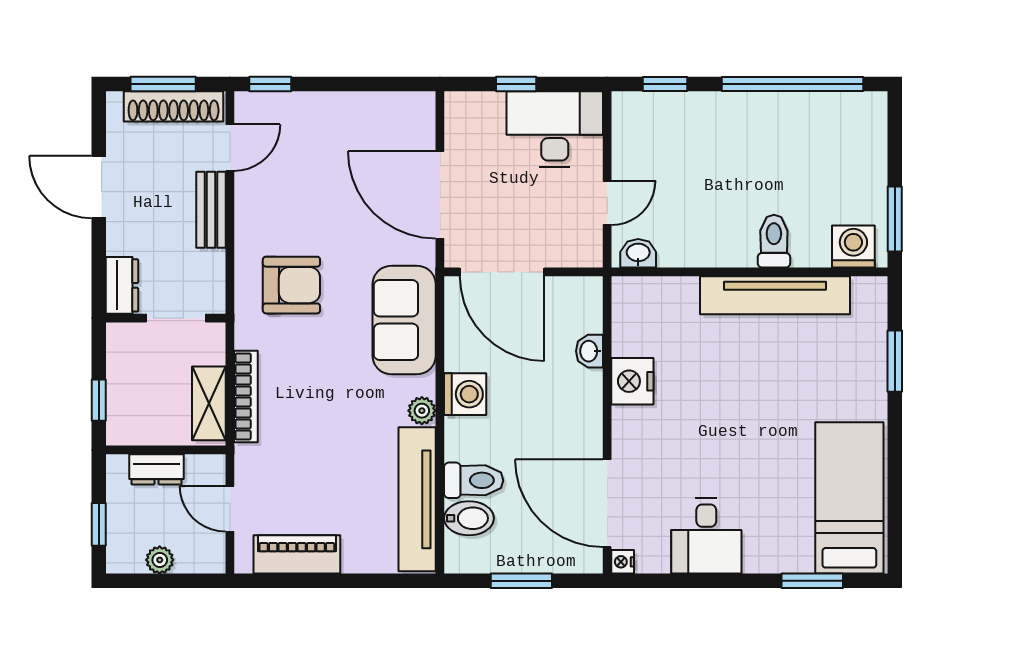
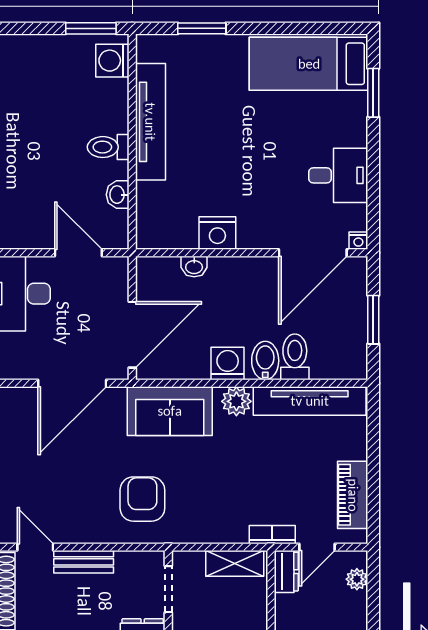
door: (607, 203) -> (78, 253), width x1.38
toilet: (774, 241) -> (108, 147), moved
washbasin: (638, 253) -> (118, 195), moved
bookcase: (246, 396) -> (272, 535), moved, width x0.64
plant: (422, 411) -> (236, 401), width x1.38, depth x1.38
dresser: (156, 469) -> (286, 572), moved
bidet: (469, 518) -> (265, 361), moved
plant: (160, 560) -> (357, 579), moved

